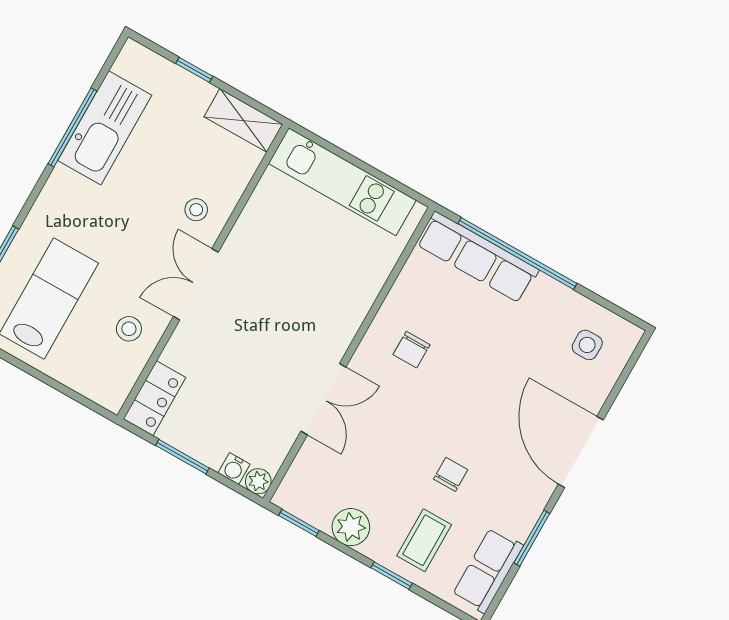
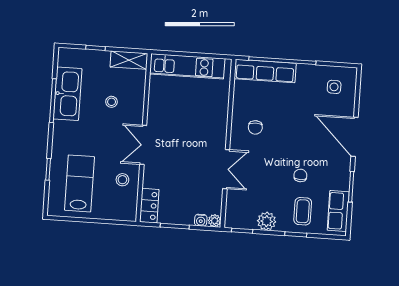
stool: (196, 210) -> (112, 102), moved

